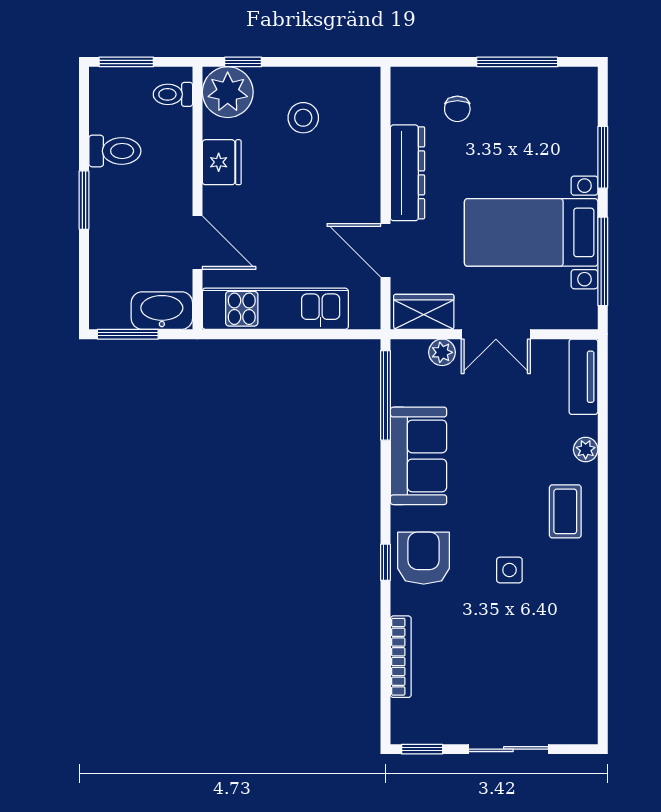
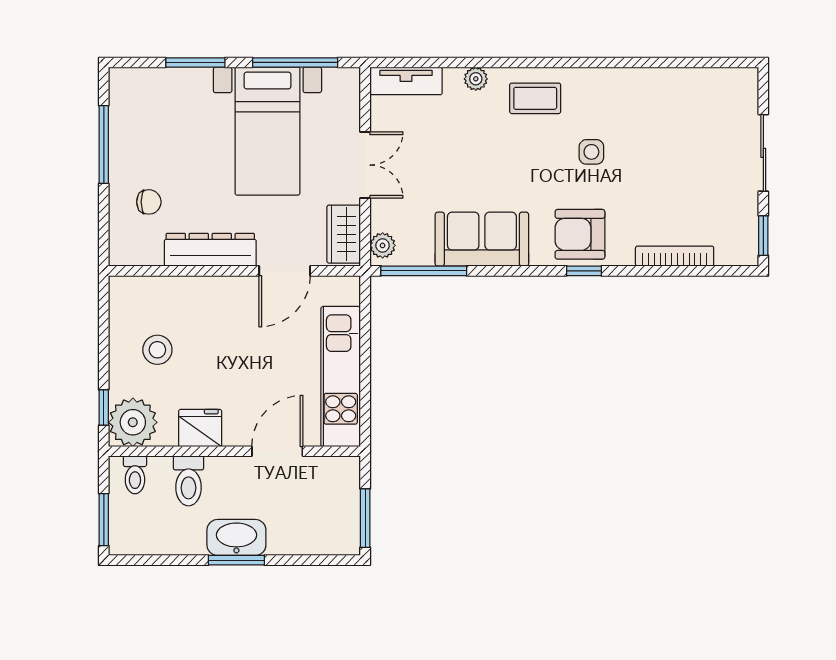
toilet: (115, 151) -> (188, 481), moved, turned 180
washbasin: (162, 311) -> (236, 537), moved, turned 90
plant: (442, 352) -> (383, 245), moved

